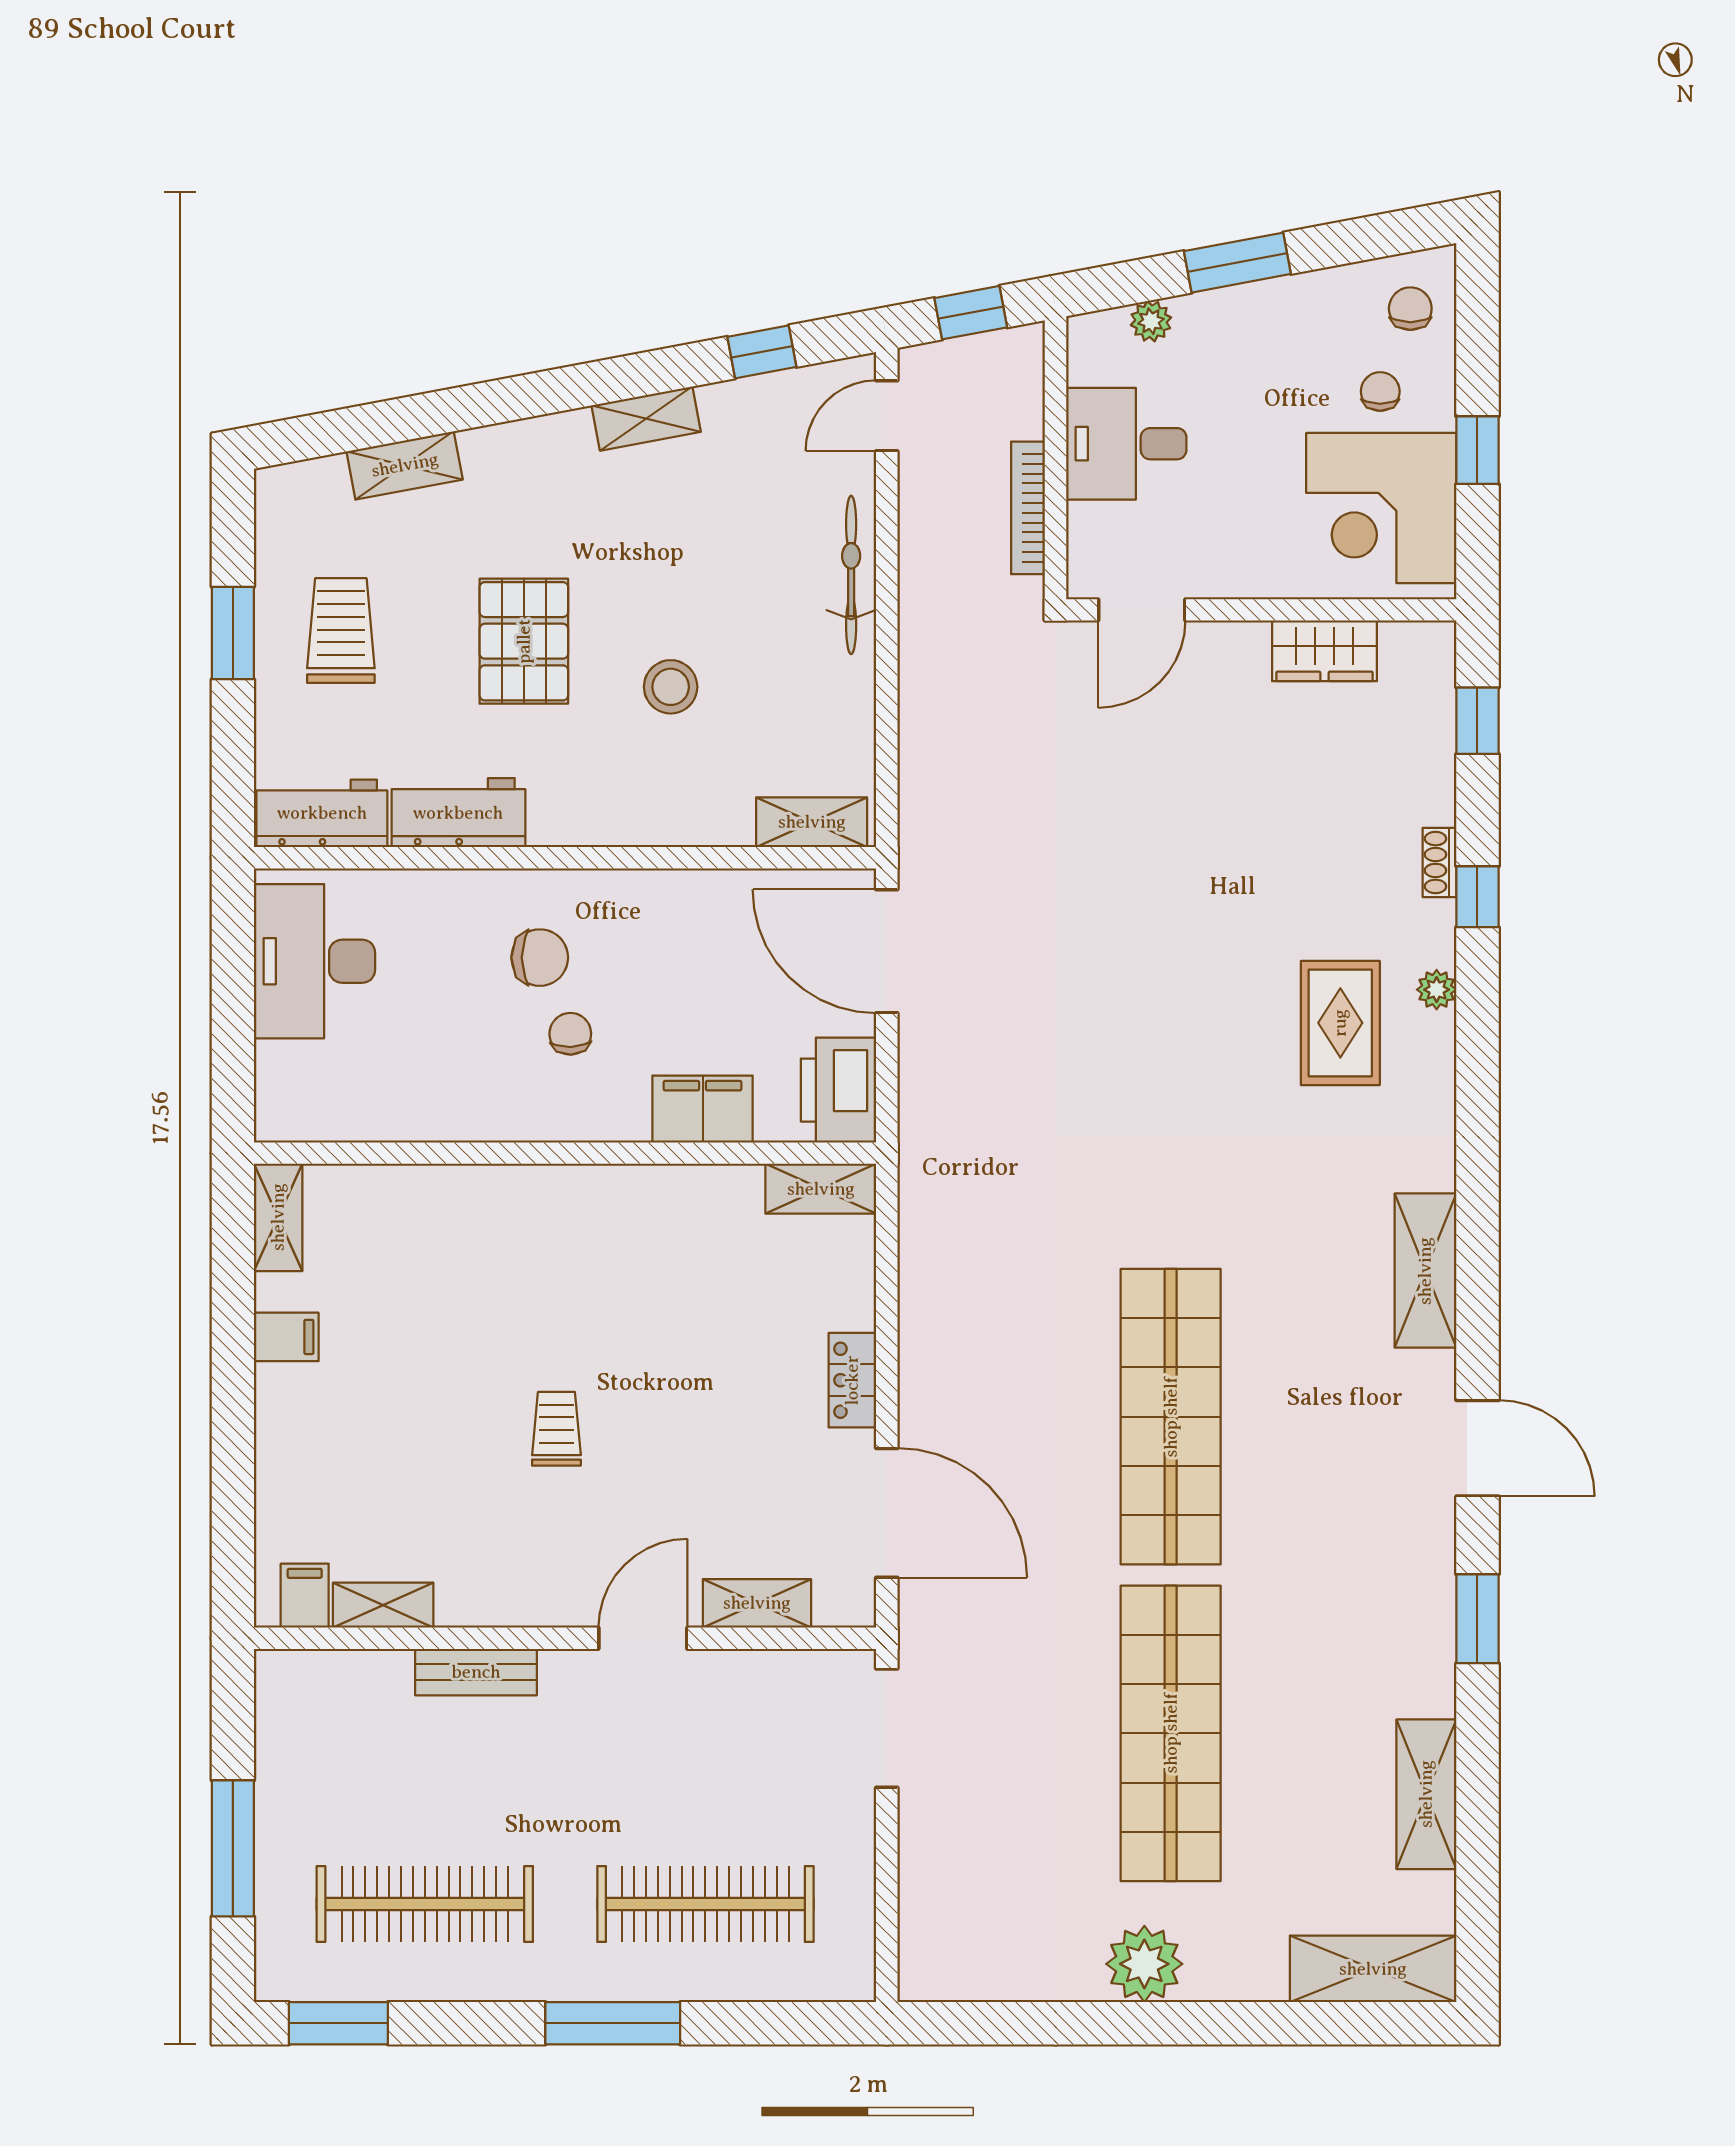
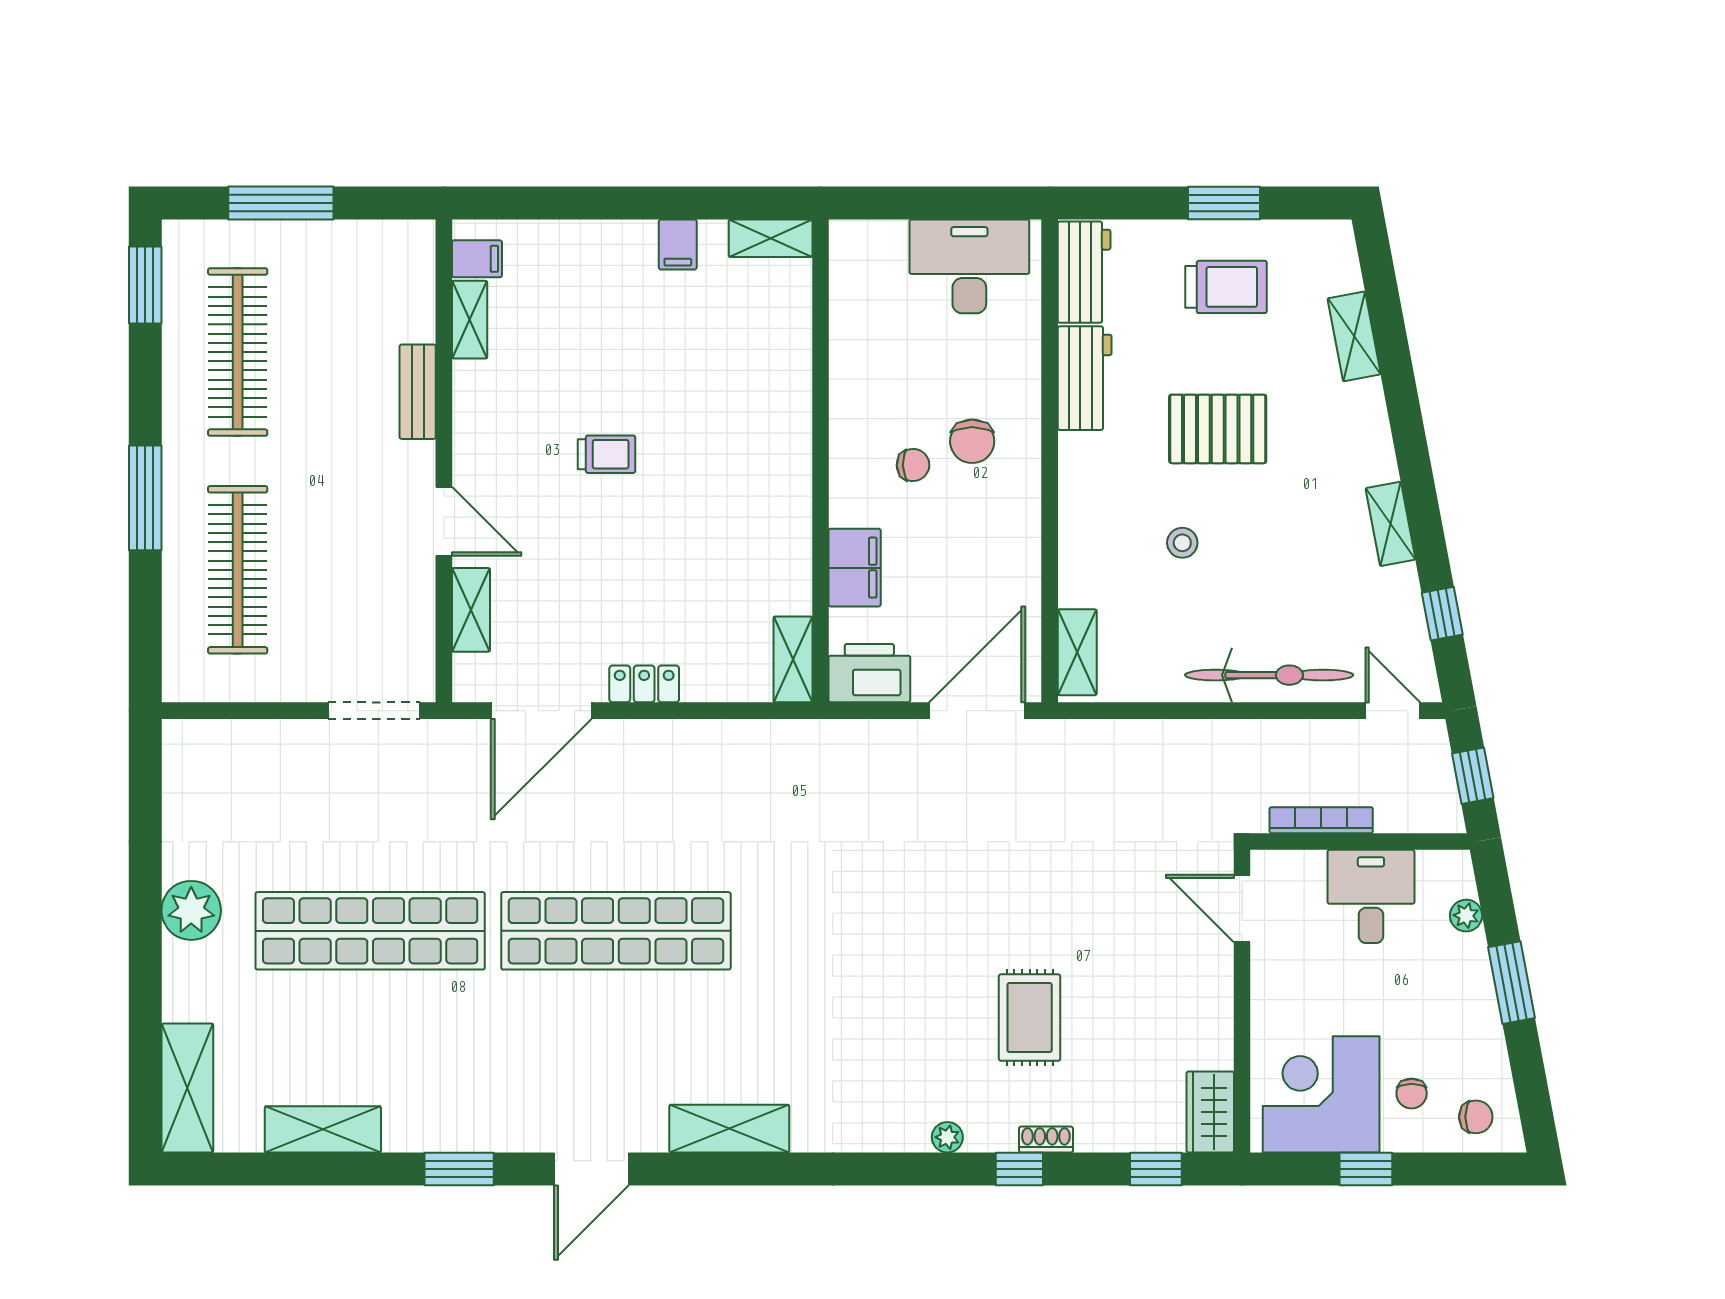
chair: (1380, 391) -> (1412, 1094), turned 90
bicycle: (851, 575) -> (1269, 675), width x1.37, depth x1.40
wardrobe: (1325, 651) -> (1210, 1112), moved
stool: (671, 687) -> (1182, 543), width x0.73, depth x0.73
rug: (1340, 1023) -> (1030, 1018), moved, turned 90

